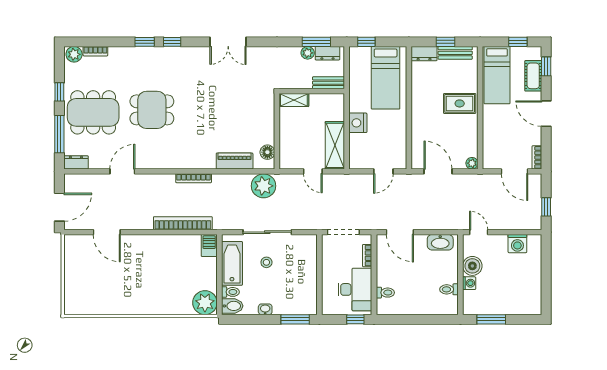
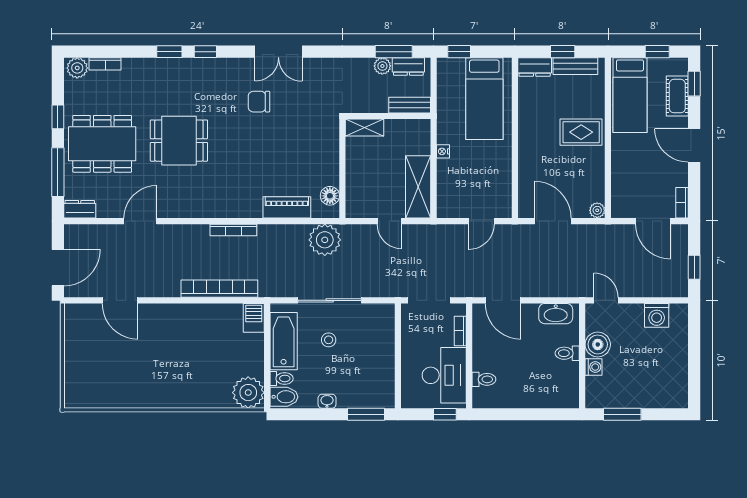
chair: (213, 80) -> (259, 102), added
nightstand: (358, 123) -> (443, 151), width x0.53, depth x0.56
toilet: (449, 289) -> (567, 353), moved

